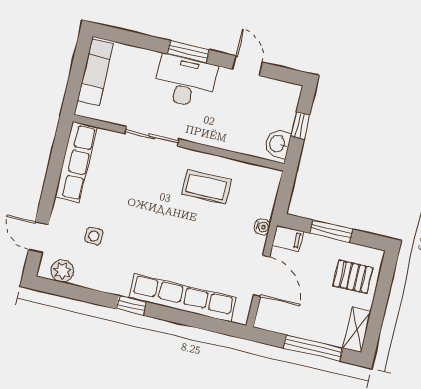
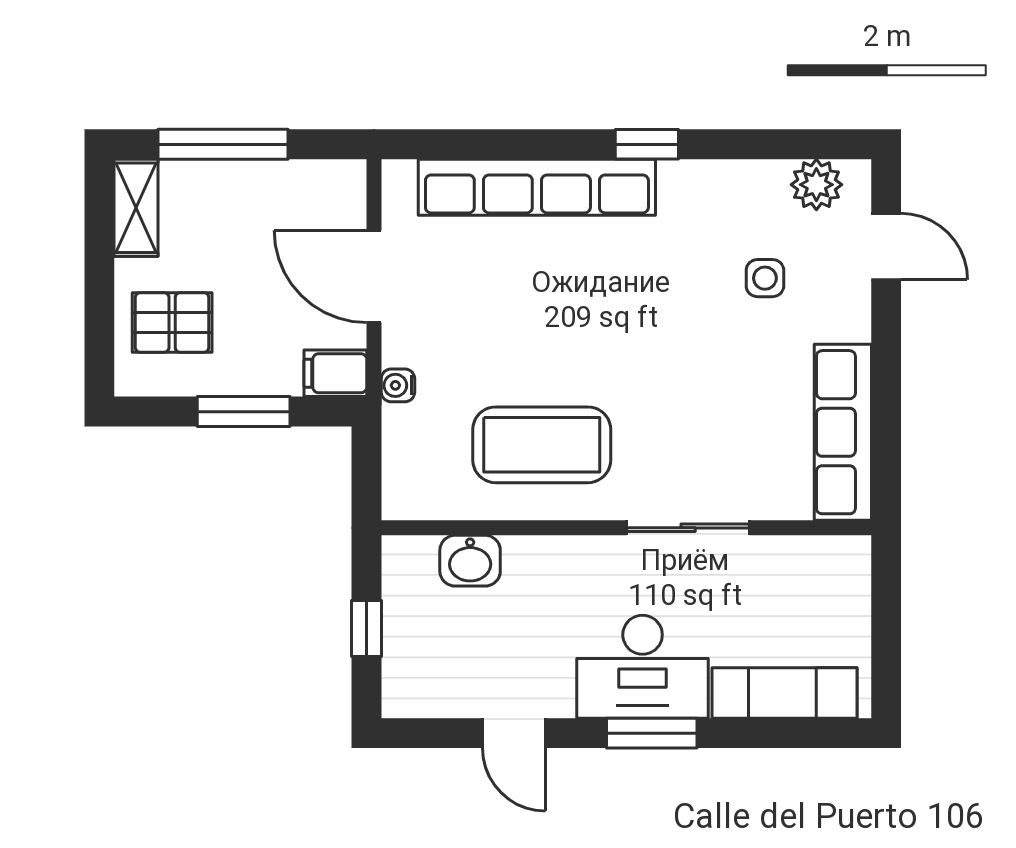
exam couch: (95, 72) -> (785, 693), moved, turned 90
washbasin: (278, 144) -> (470, 561), moved, turned 90
coffee table: (206, 187) -> (542, 445), width x1.36, depth x1.32

